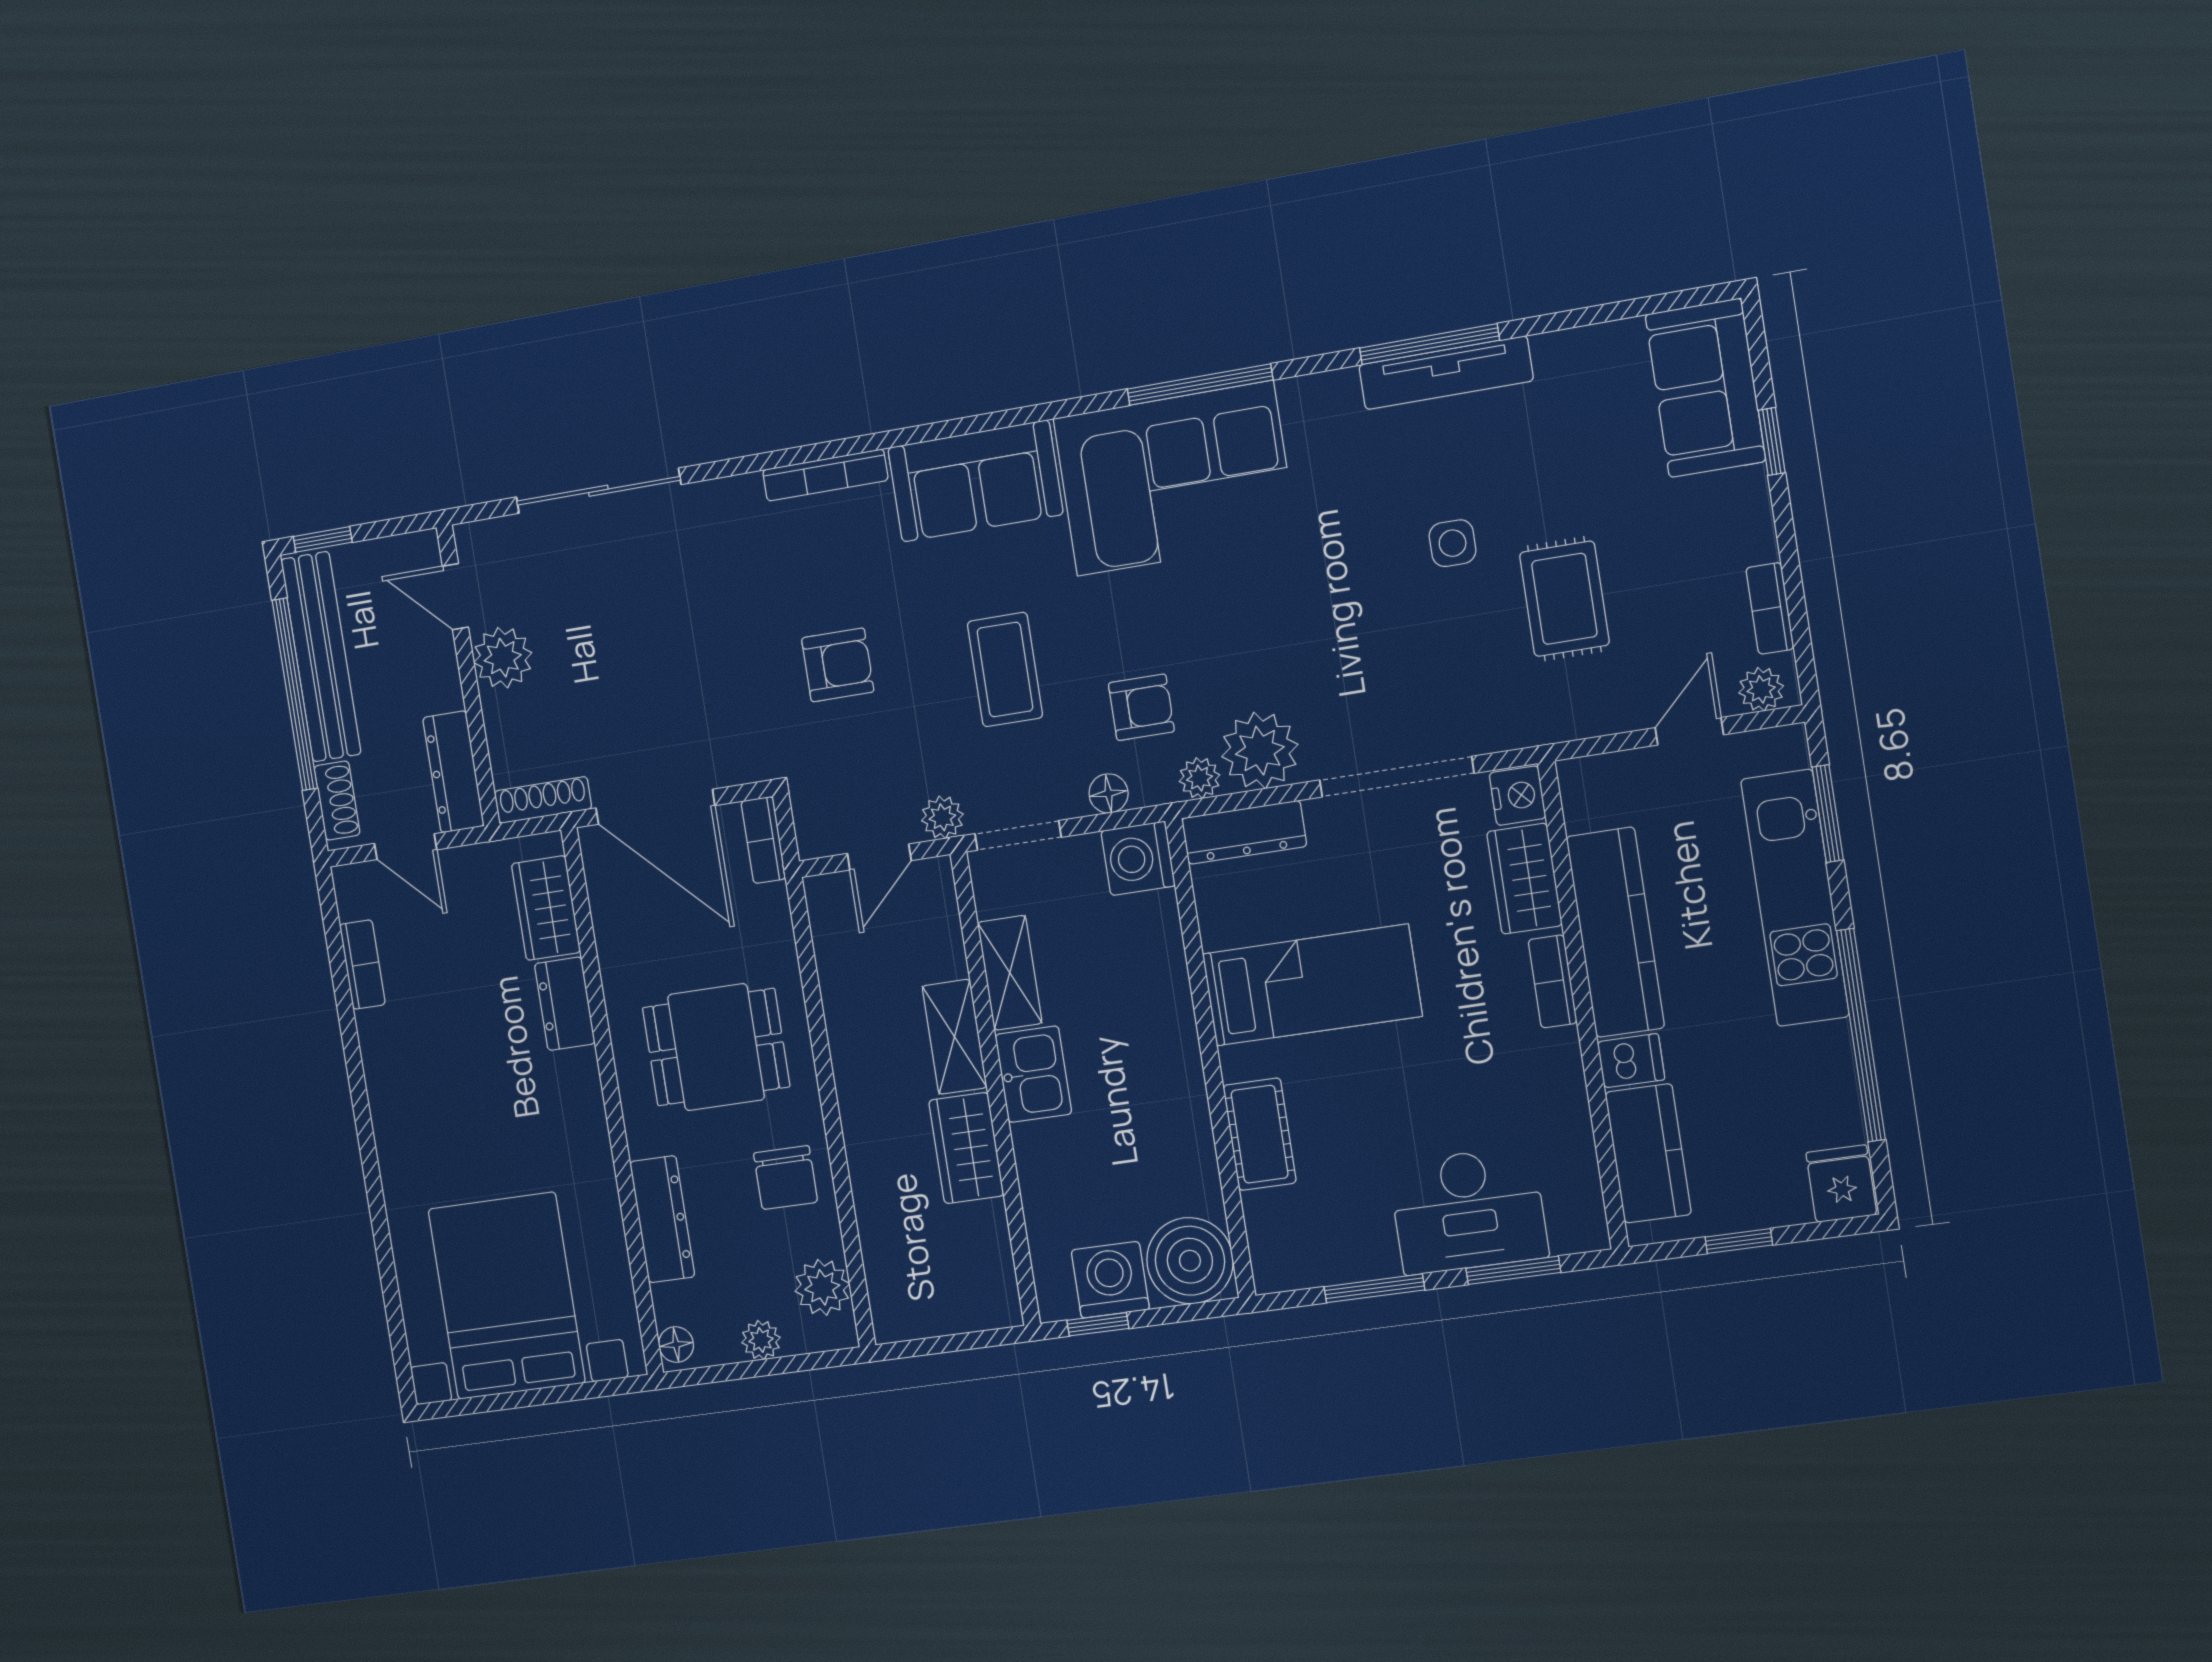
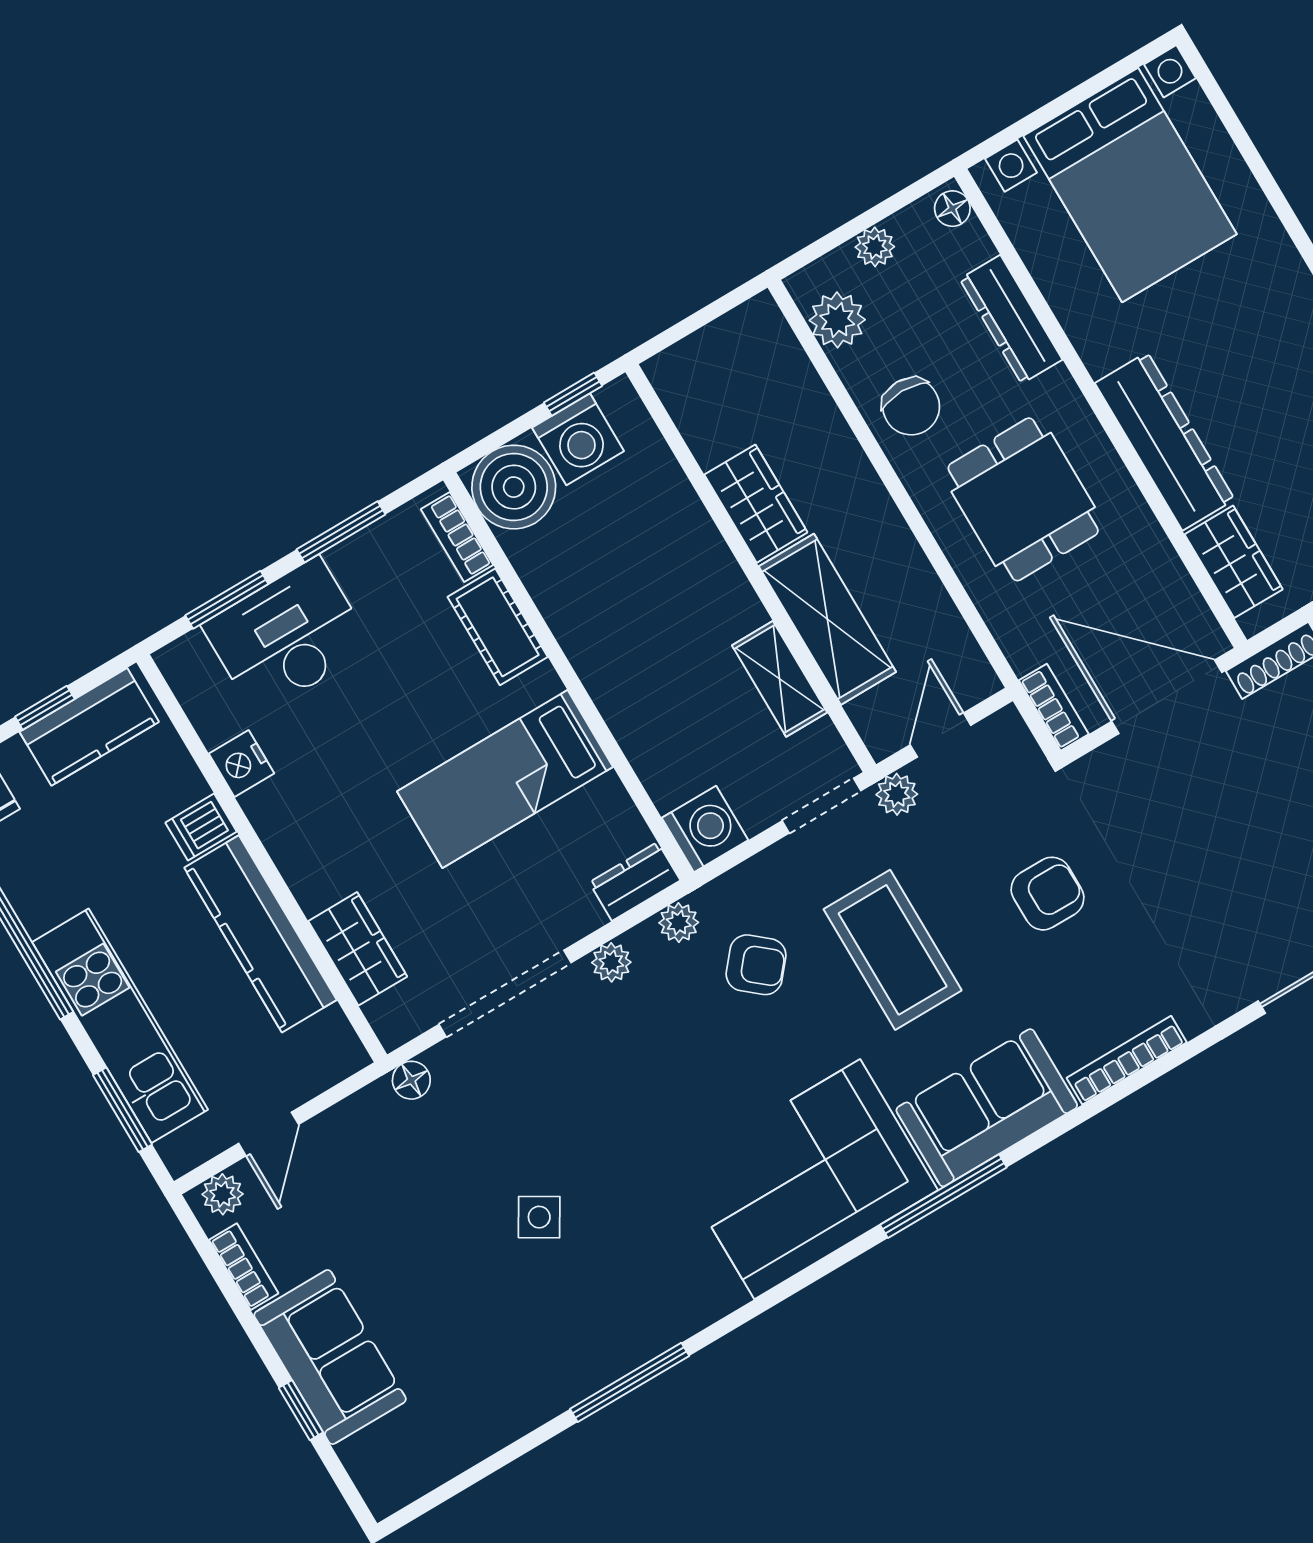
tv unit: (1446, 373) -> (605, 1363), removed
window: (1200, 385) -> (943, 1196), moved
sofa: (1705, 388) -> (330, 1357), moved
side table: (1453, 543) -> (539, 1217), turned 31
rug: (1564, 599) -> (423, 1206), removed
armchair: (838, 665) -> (1048, 894), turned 180
coffee table: (1005, 670) -> (893, 950), width x1.36, depth x1.32
armchair: (1141, 707) -> (756, 965), turned -140
plant: (1260, 751) -> (611, 962), width x0.53, depth x0.53
floor lamp: (1108, 793) -> (411, 1080), moved
nightstand: (1517, 796) -> (242, 764), moved
dresser: (1244, 832) -> (635, 881), width x0.70
bookcase: (1553, 981) -> (457, 537), moved, turned 180
dresser: (565, 1004) -> (1165, 441), width x1.96, depth x1.24
shelving: (954, 1037) -> (827, 619), width x1.50, depth x1.33
dining table: (716, 1047) -> (1023, 499), turned 90
kitchen sink: (1033, 1074) -> (722, 596), removed
kitchen counter: (1648, 1153) -> (89, 727), moved, turned -90
chair: (786, 1178) -> (911, 407), turned 180

